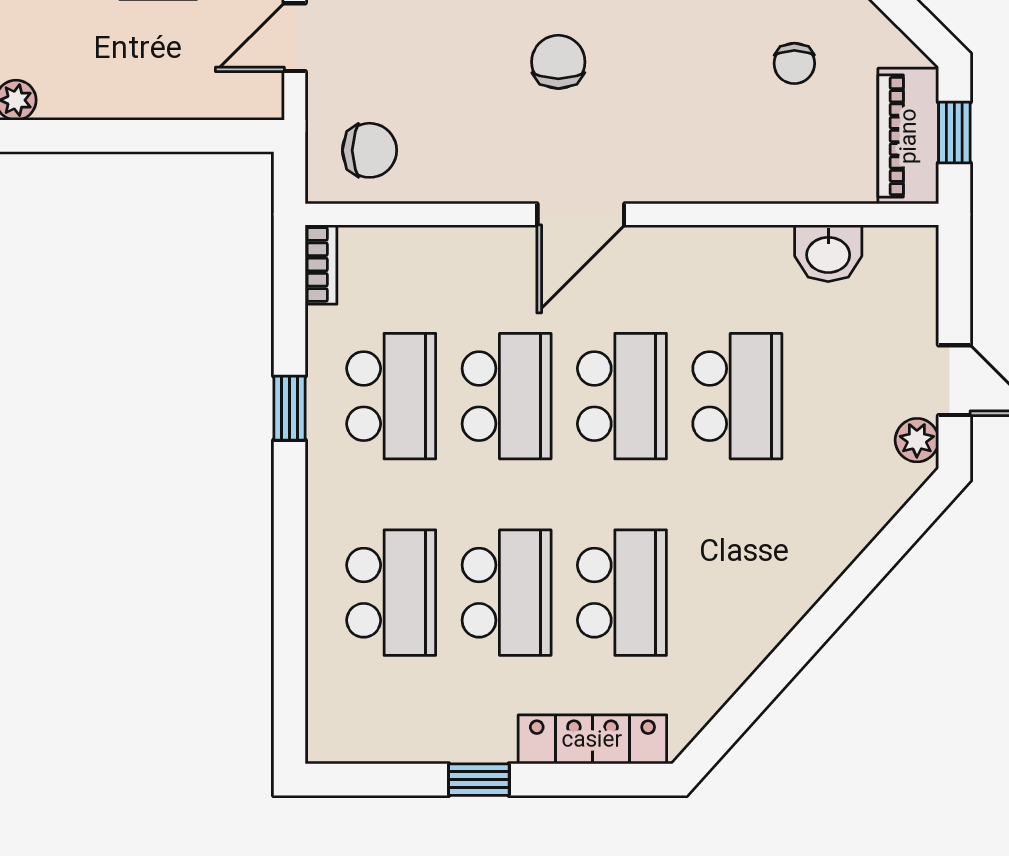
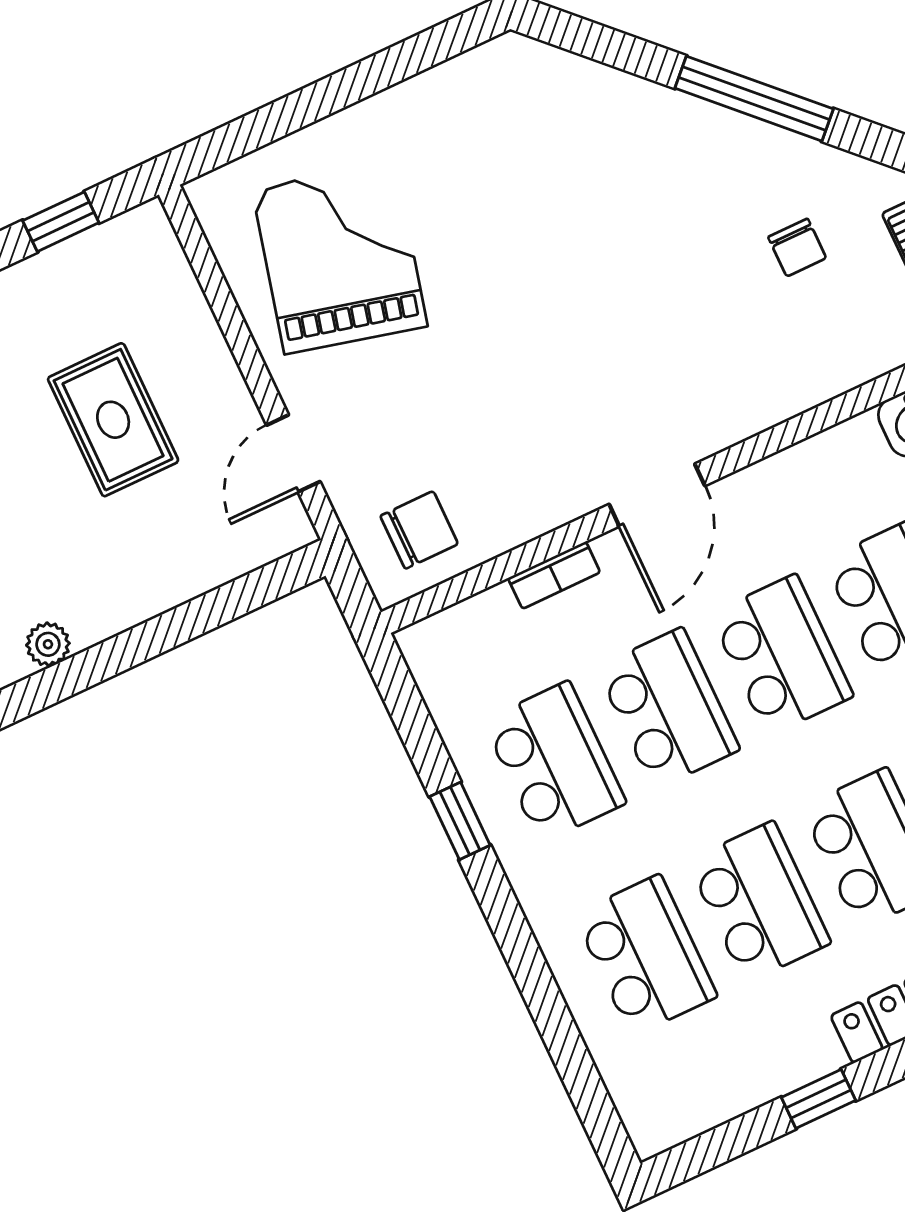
chair: (558, 62) -> (564, 355), removed
bookcase: (321, 264) -> (554, 575), moved, turned 90

